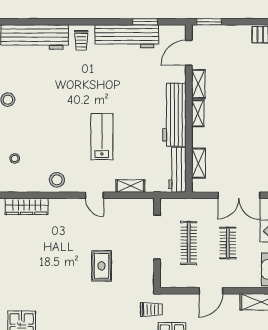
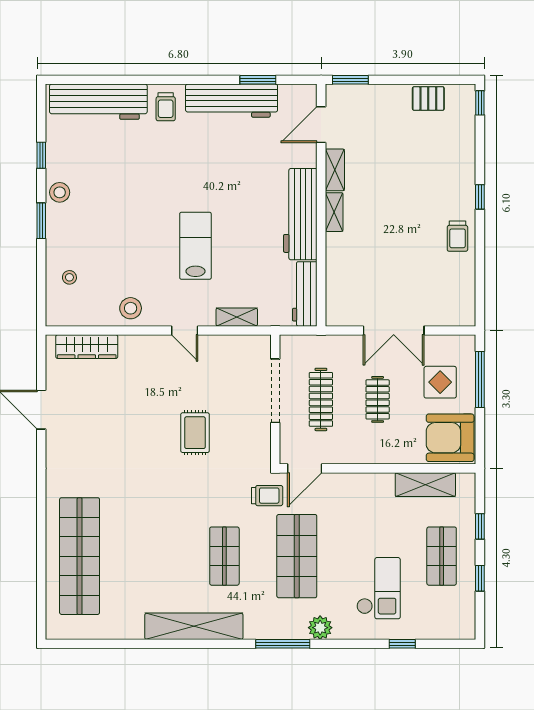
shelving: (199, 163) -> (335, 284), removed
door: (211, 291) -> (305, 468), moved

